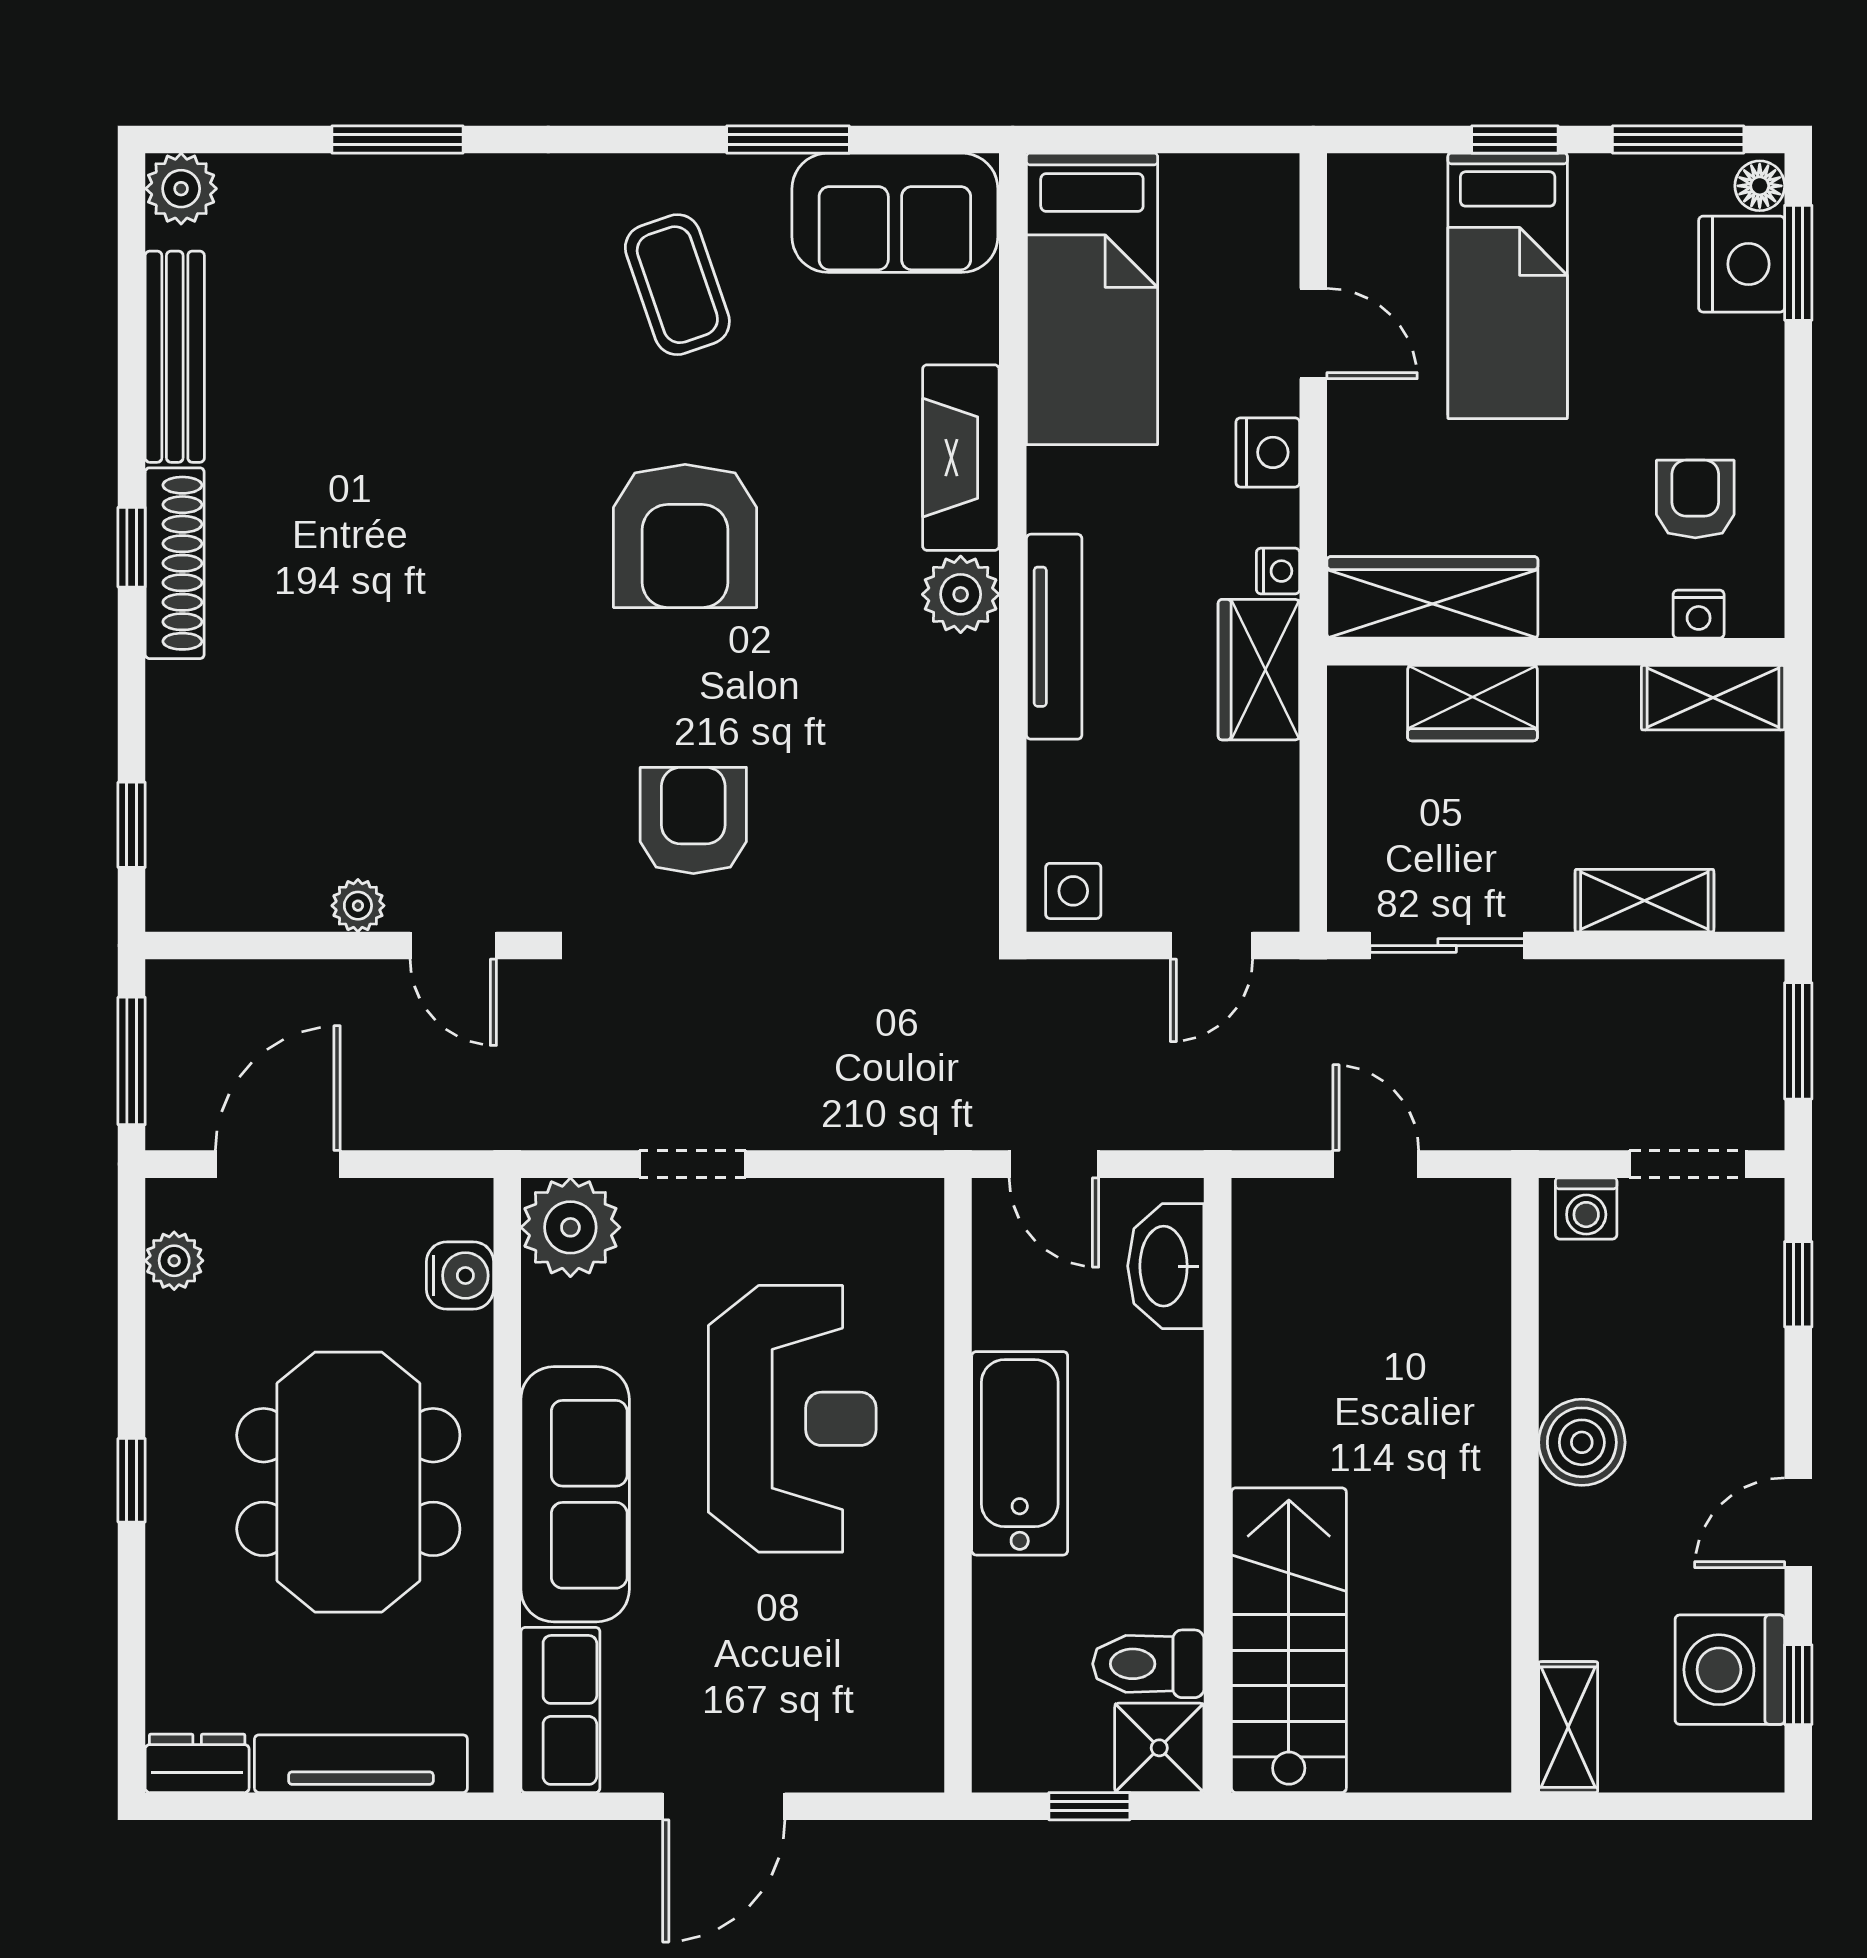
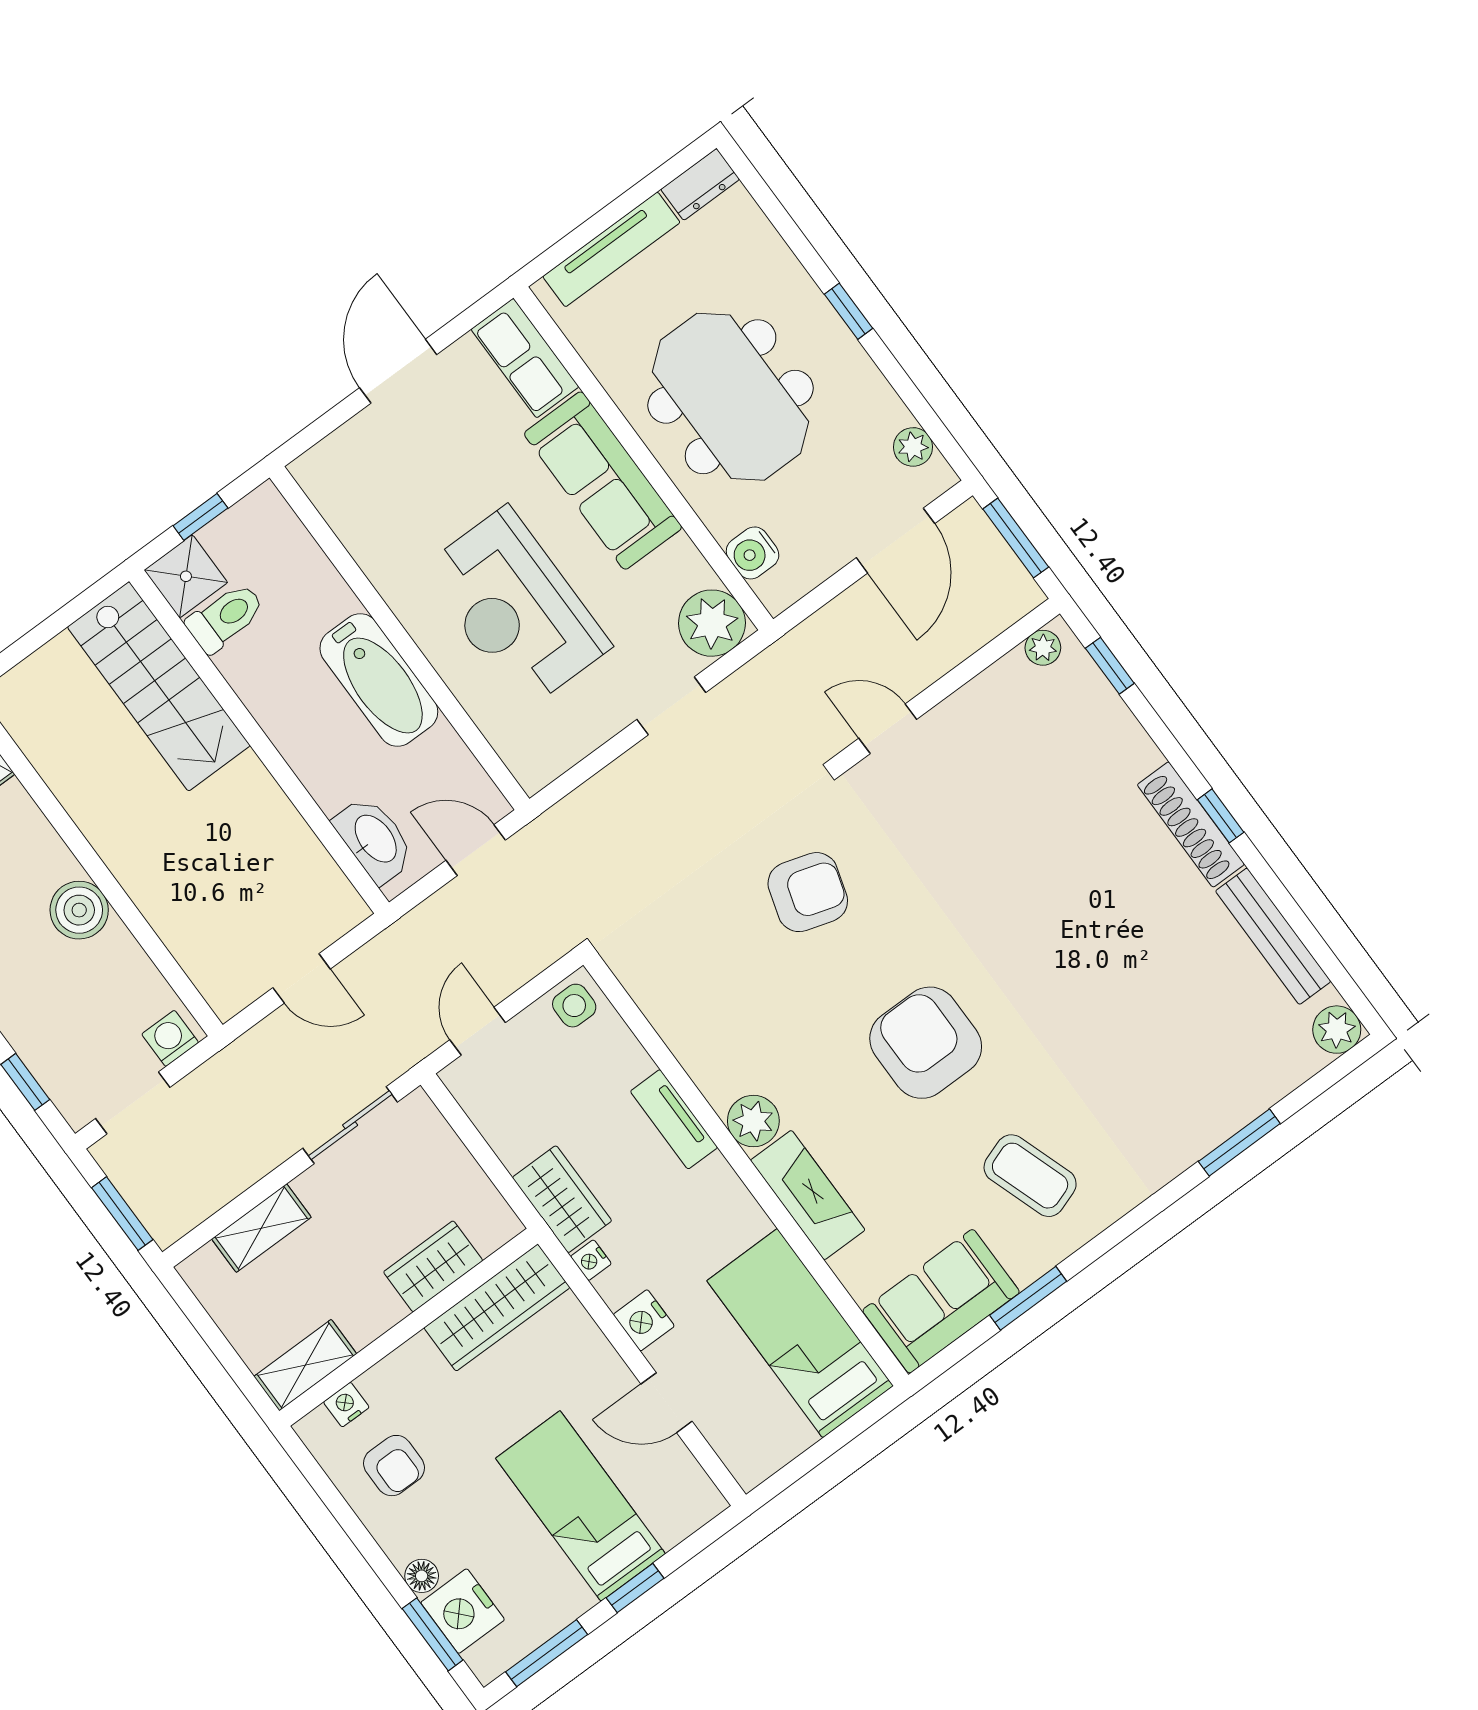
floor lamp: (1760, 186) -> (422, 1576), moved
tv unit: (1054, 637) -> (674, 1119), width x0.71
armchair: (693, 820) -> (808, 892), turned -73
plant: (358, 906) -> (1043, 648), moved

